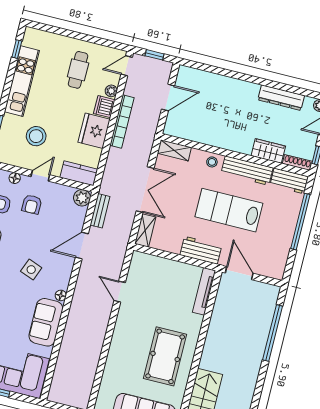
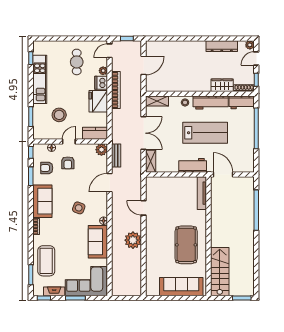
lab bench: (229, 210) -> (205, 133), turned 180
plant: (94, 332) -> (133, 240), added

